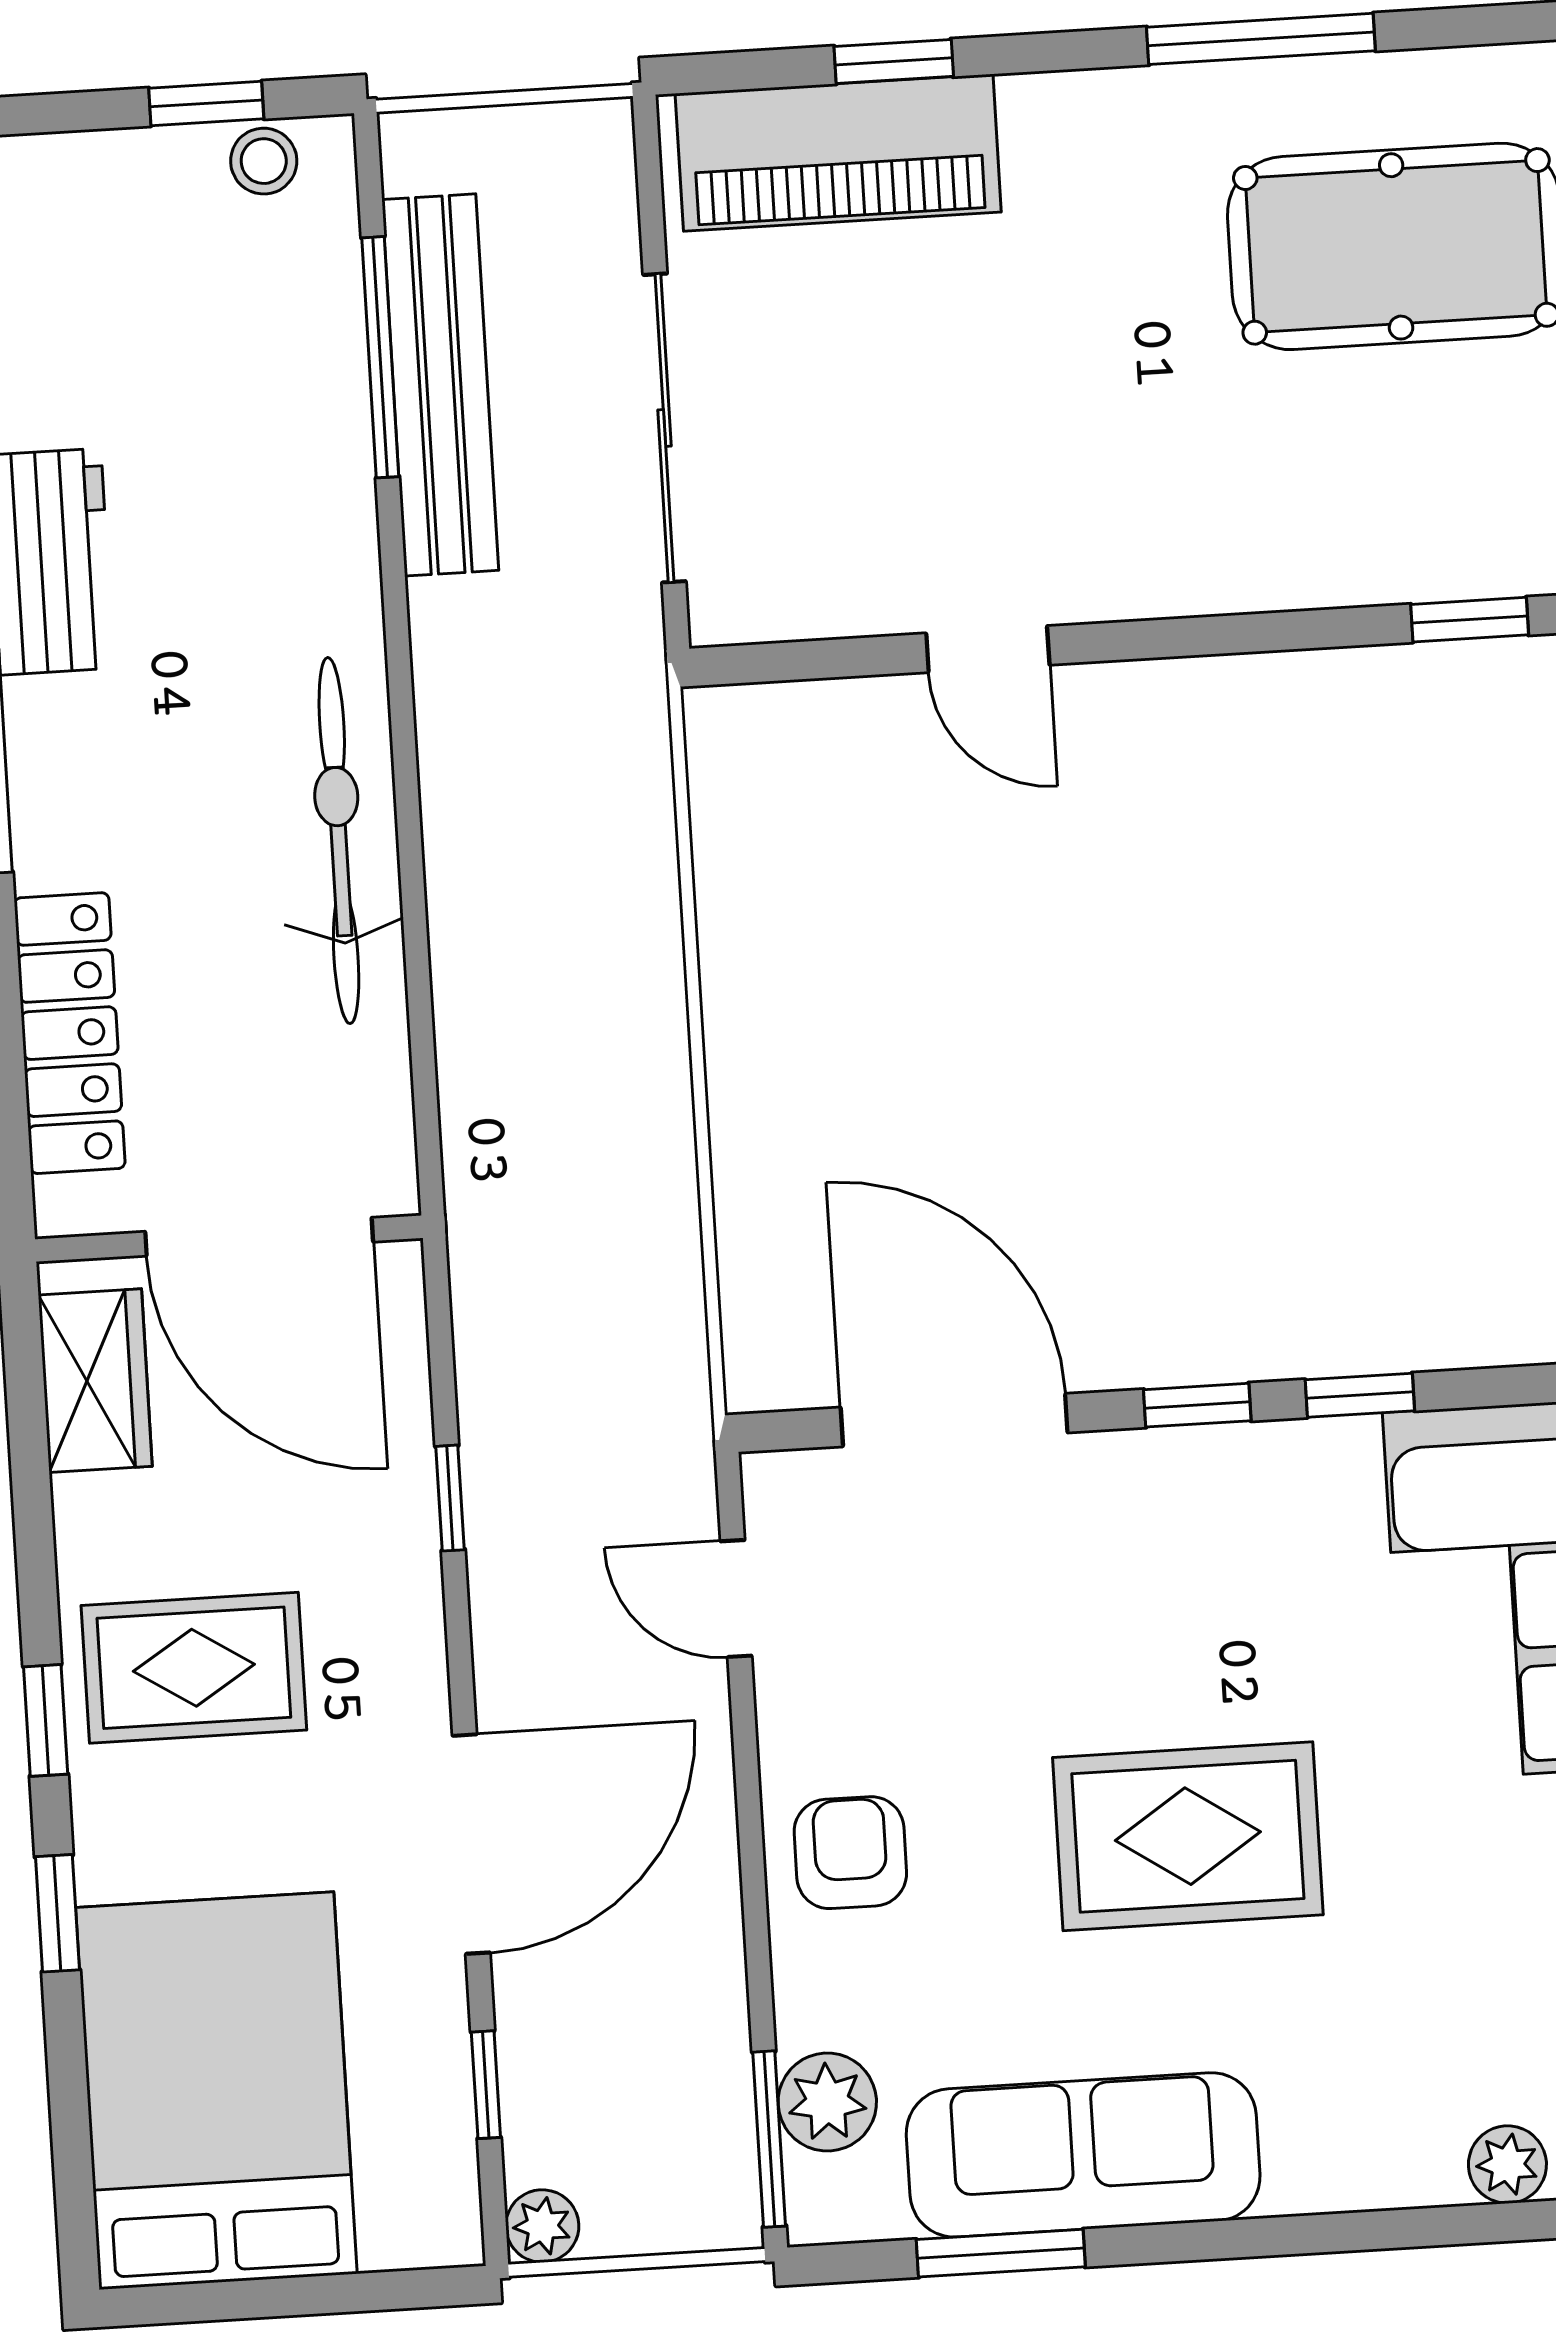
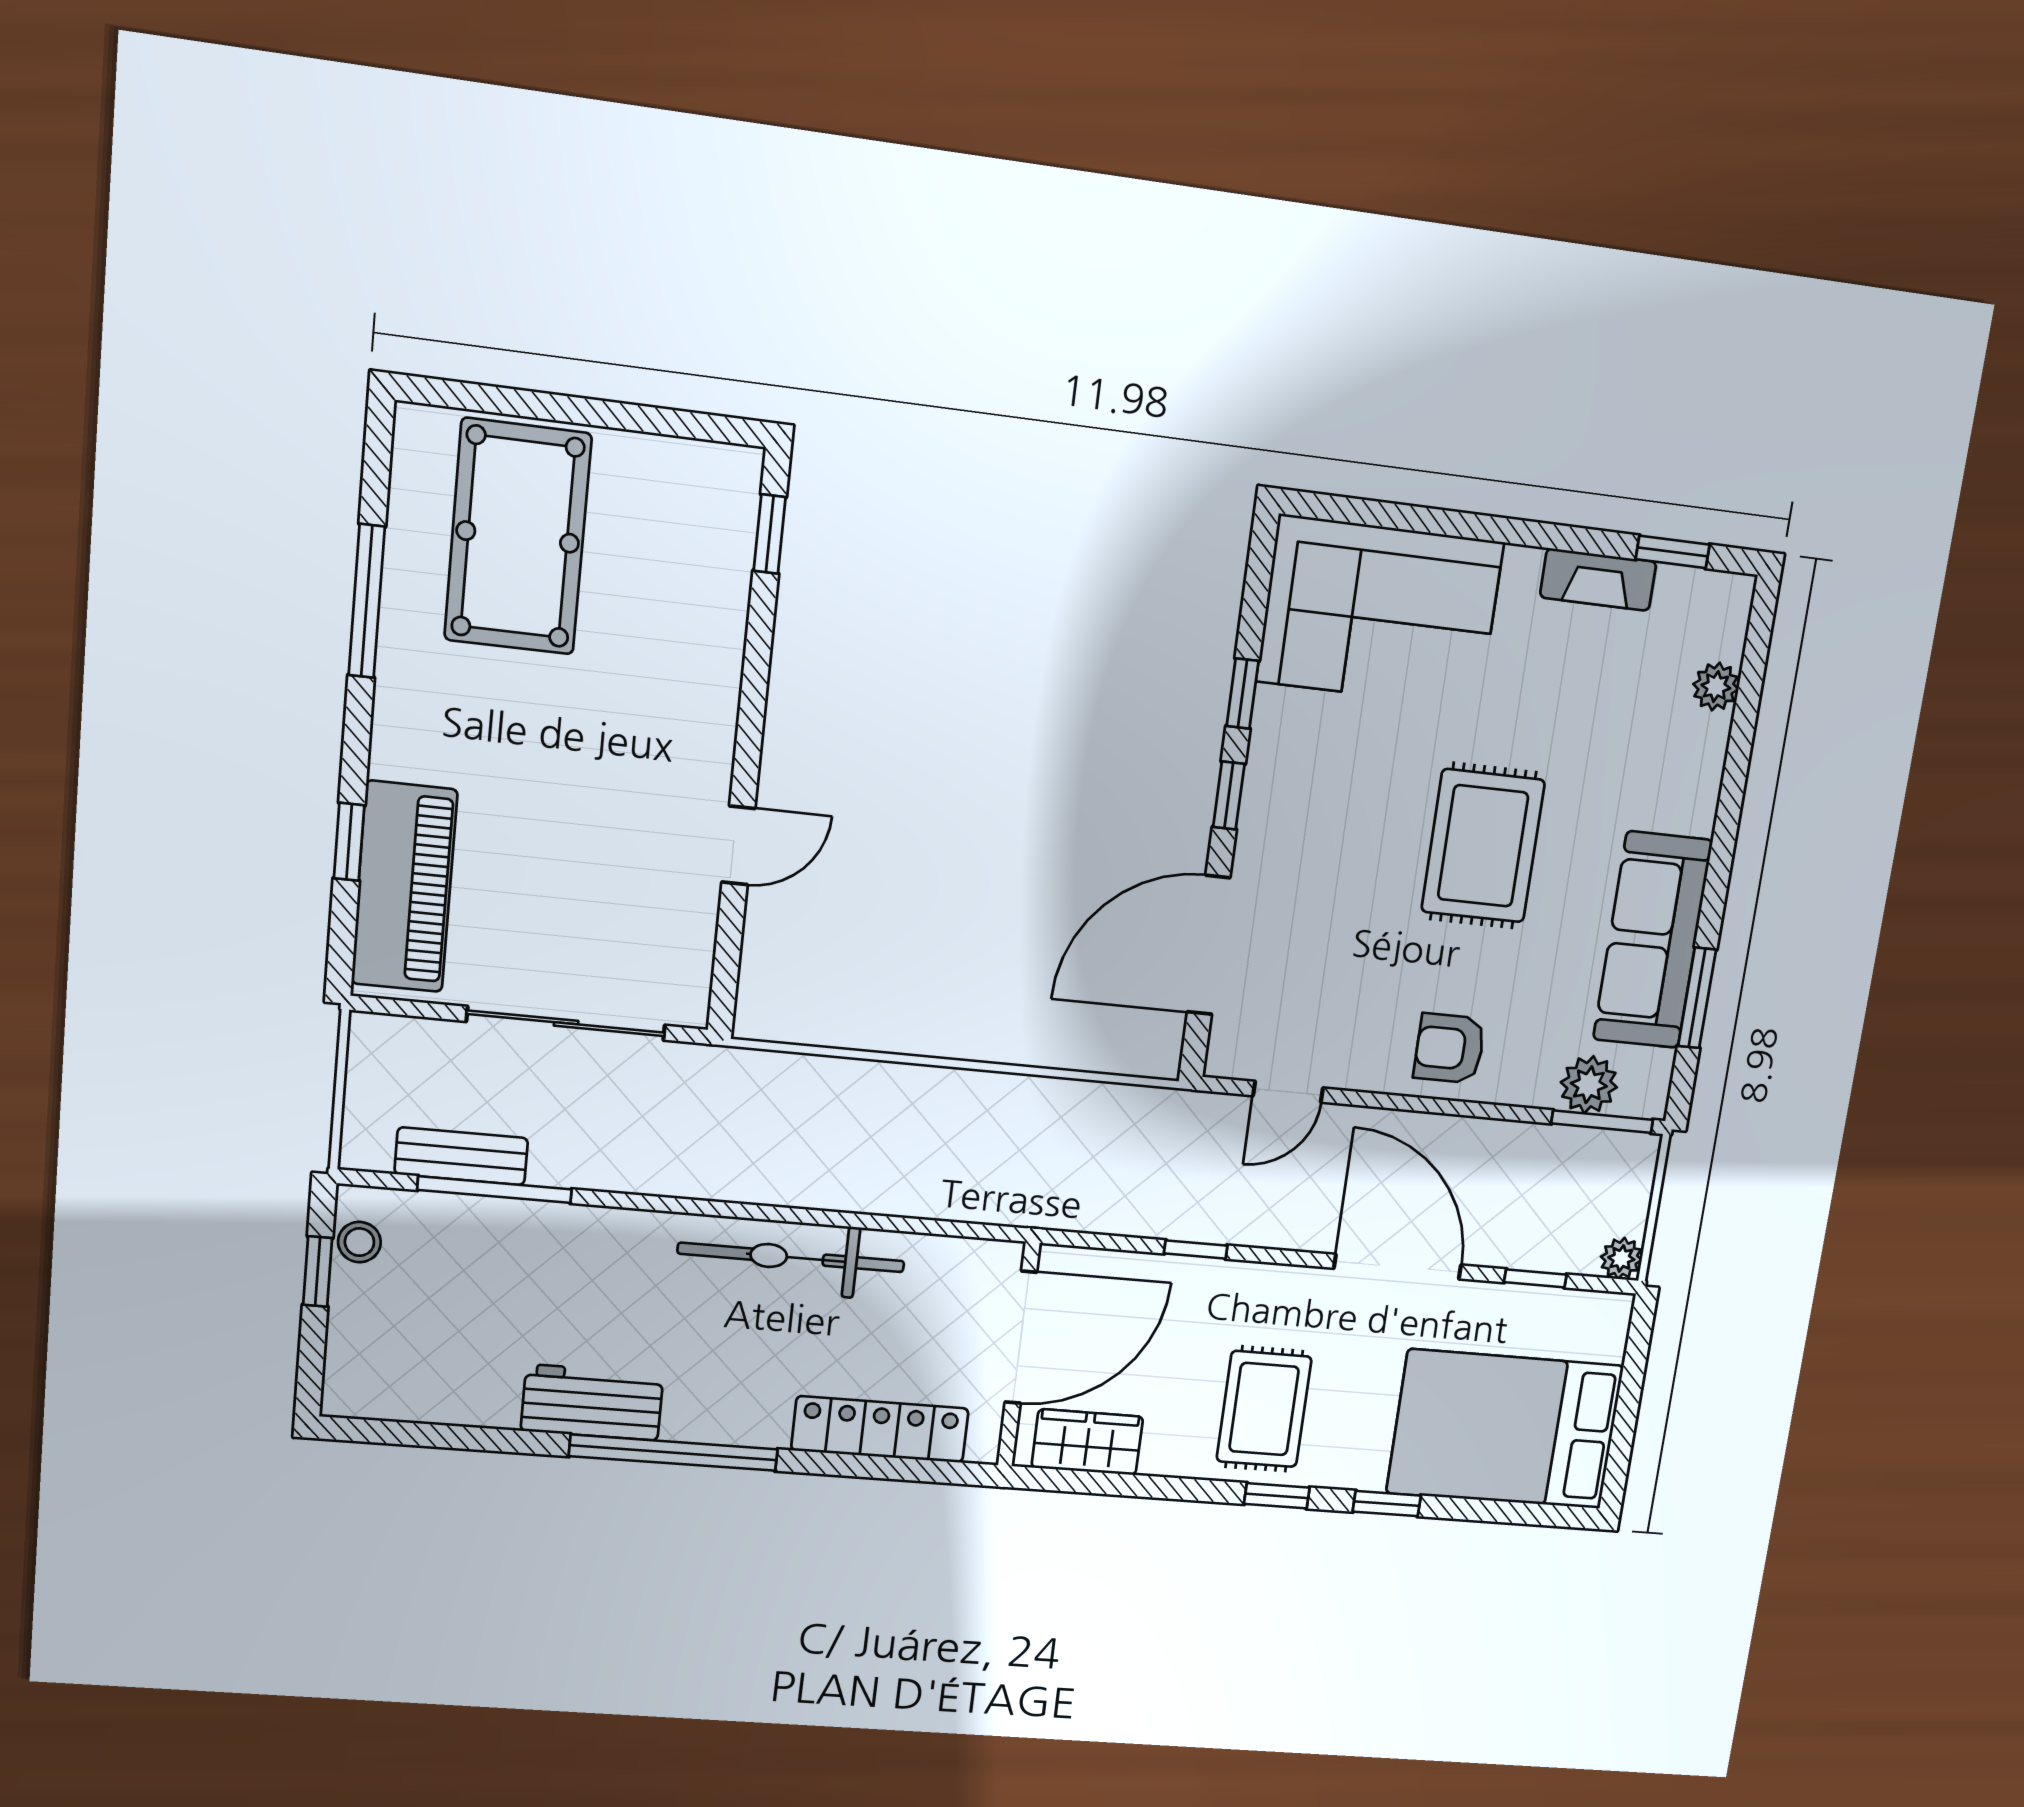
bench: (440, 385) -> (461, 1156), width x0.54, depth x0.82

